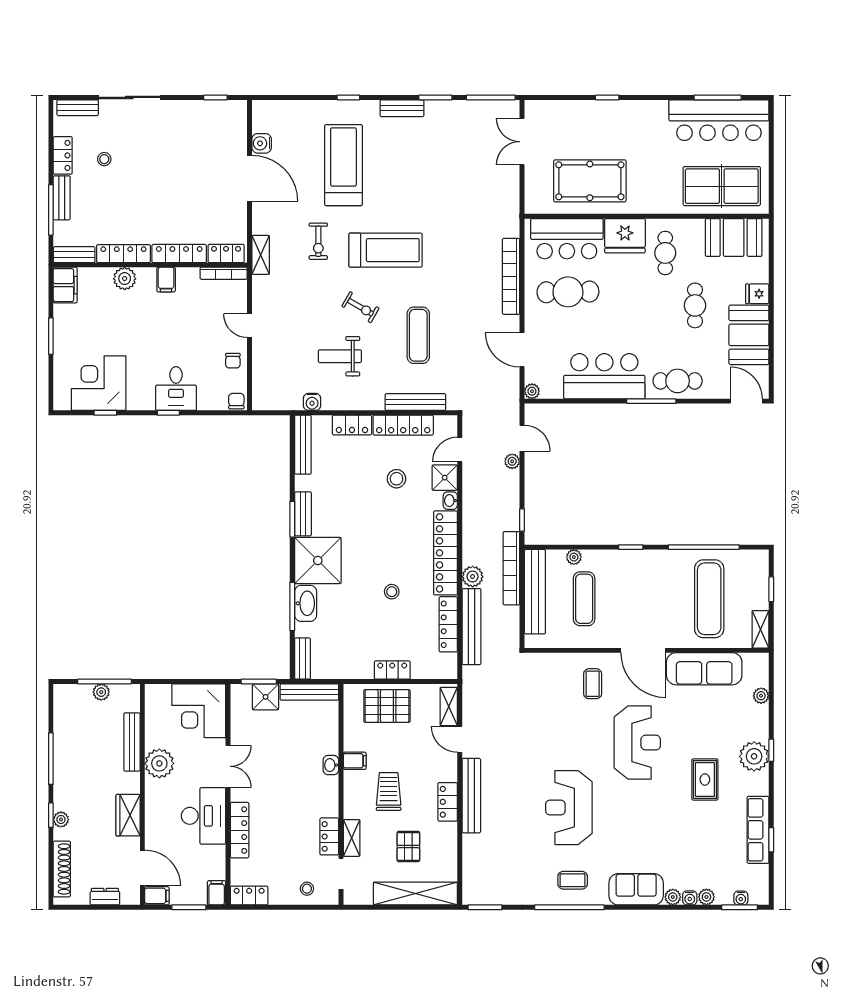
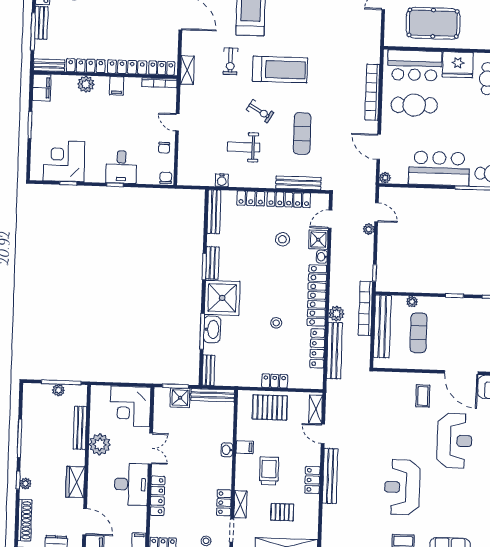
pallet: (408, 847) -> (282, 512), turned 90

